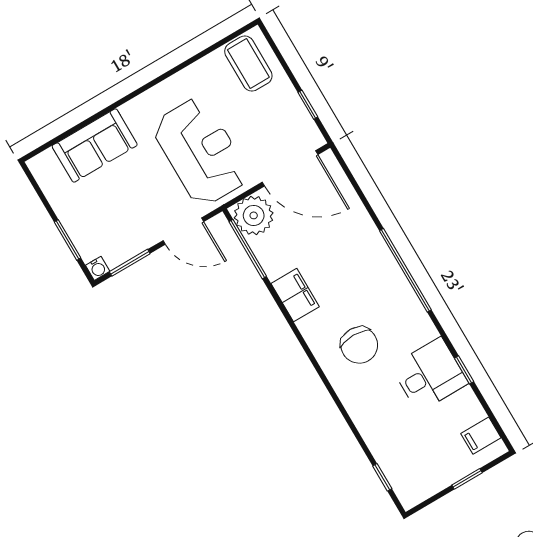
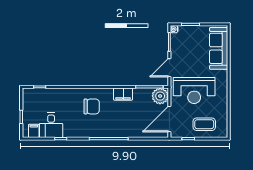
coffee table: (248, 64) -> (204, 124), moved
sofa: (95, 145) -> (219, 48), width x1.36
chair: (359, 345) -> (92, 106), turned 180
desk: (429, 375) -> (51, 125), moved

